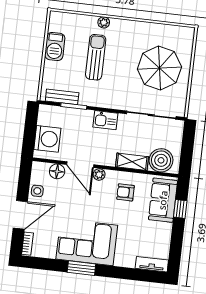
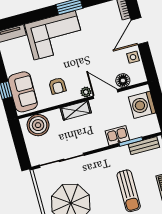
kitchen sink: (105, 120) -> (117, 136), moved
shelving: (132, 162) -> (76, 110), moved
armchair: (125, 192) -> (57, 86), turned 90
corner sofa: (87, 242) -> (55, 35), moved

